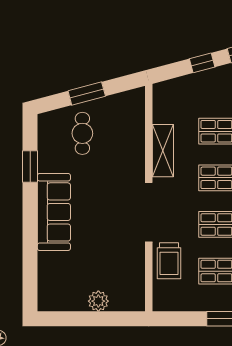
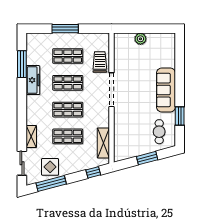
window: (202, 63) -> (93, 172), moved
cafe table: (82, 133) -> (159, 132), moved
shelving: (163, 151) -> (103, 143), moved

